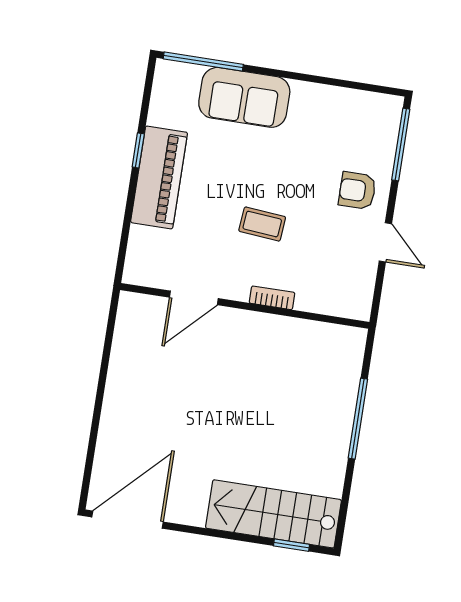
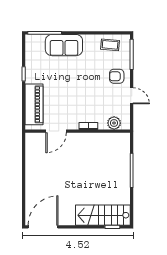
piano: (159, 177) -> (34, 104), moved
coffee table: (262, 224) -> (110, 45), moved
plant: (334, 300) -> (114, 123), added

